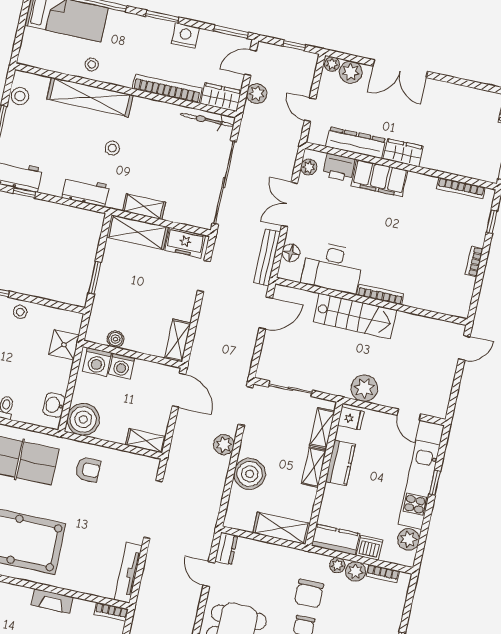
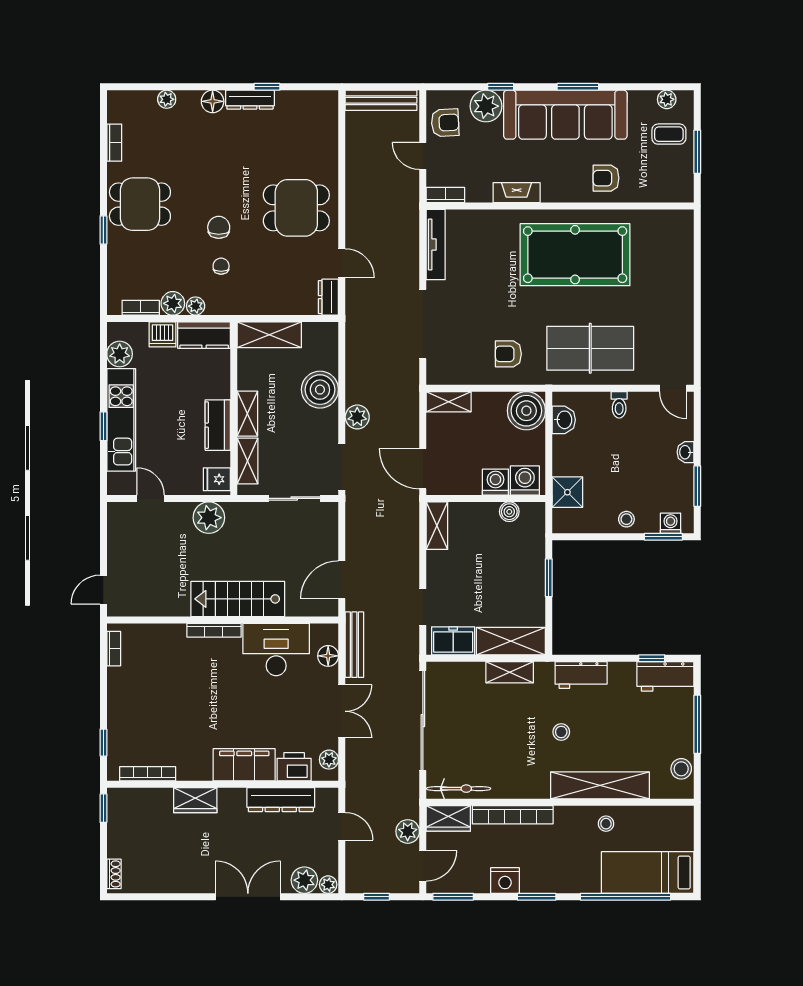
wardrobe: (403, 153) -> (195, 800), moved
bookcase: (474, 261) -> (114, 649), moved
chair: (309, 593) -> (221, 266), width x0.54, depth x0.54

